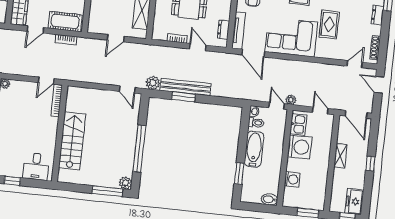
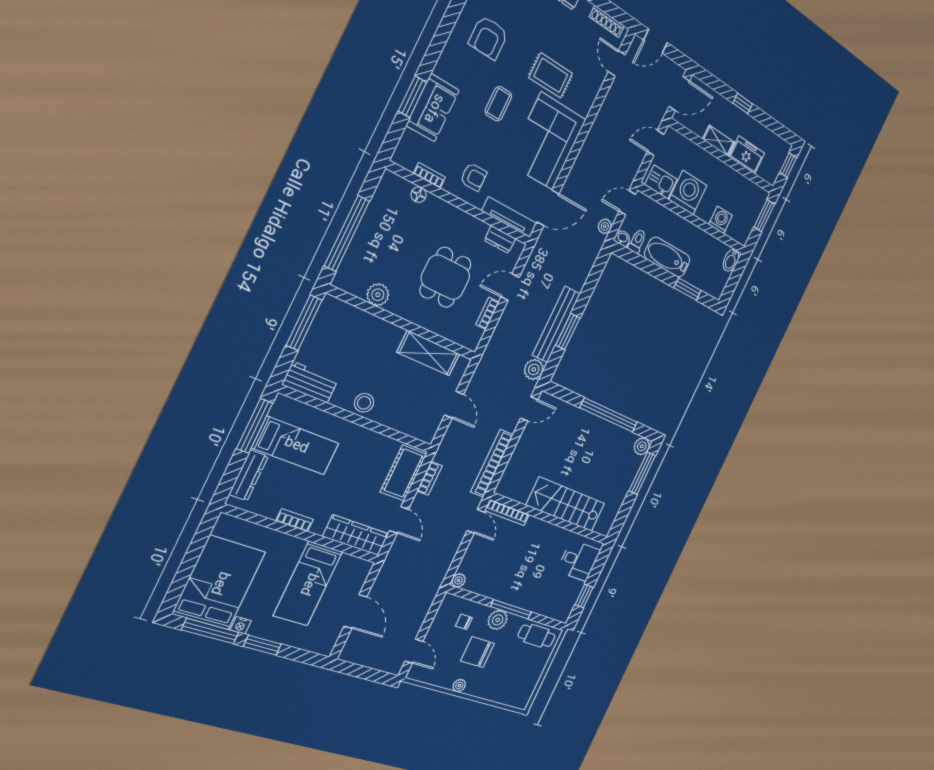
bookcase: (86, 77) -> (492, 463), added
plant: (291, 100) -> (605, 226), moved
freezer: (354, 202) -> (747, 155), moved, turned 180

